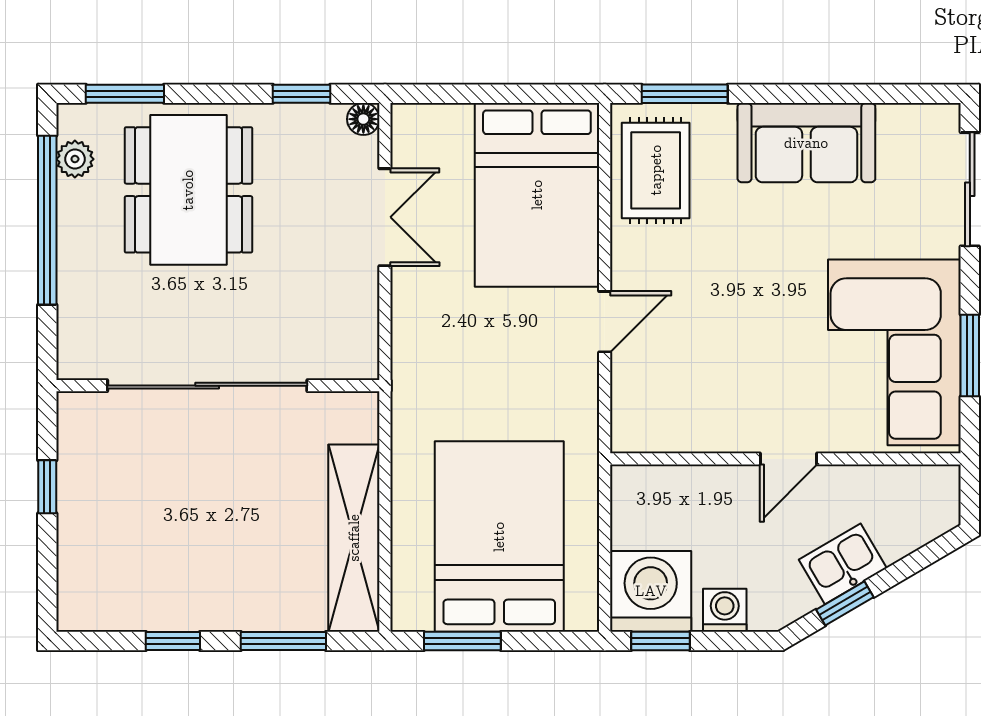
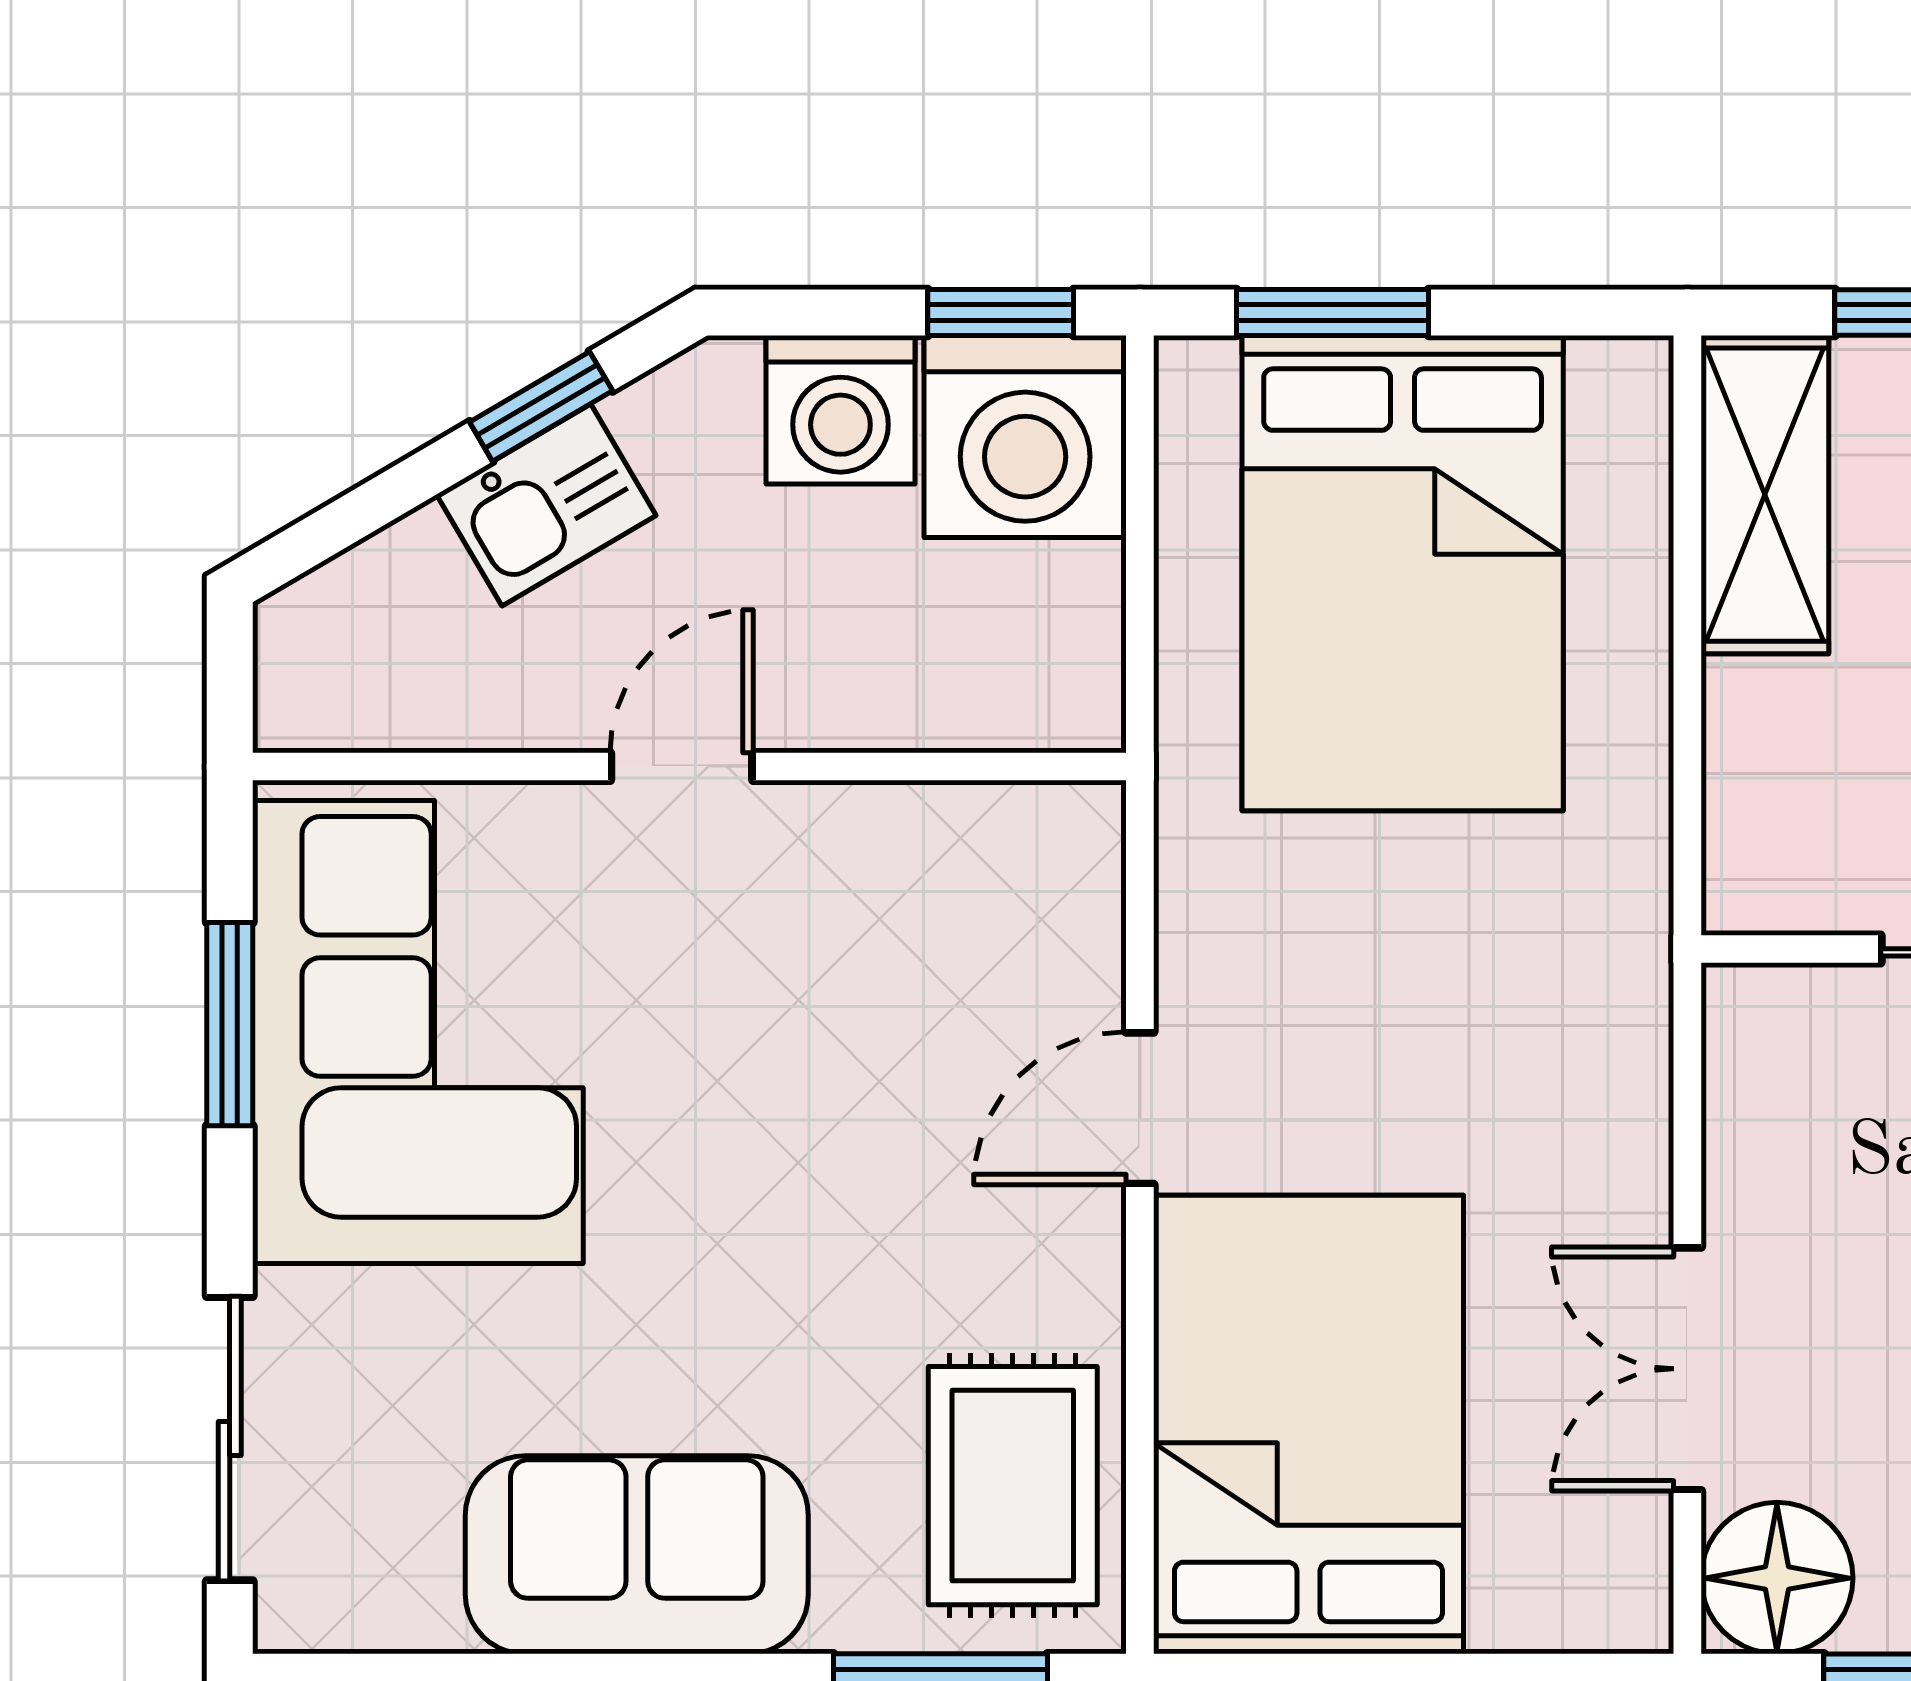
floor lamp: (363, 119) -> (1777, 1578), width x1.89, depth x1.89
shelving: (354, 538) -> (1765, 495), width x0.68
washing machine: (725, 610) -> (840, 410), width x1.38, depth x1.38
window: (462, 641) -> (1332, 313), moved

